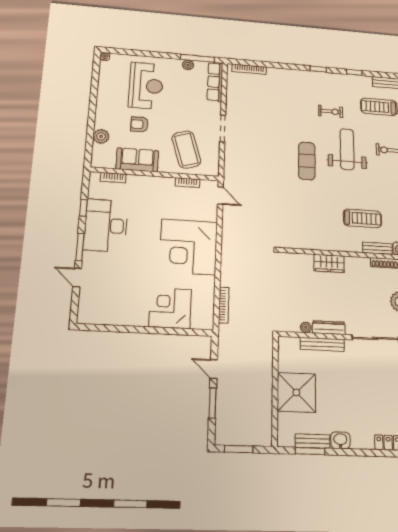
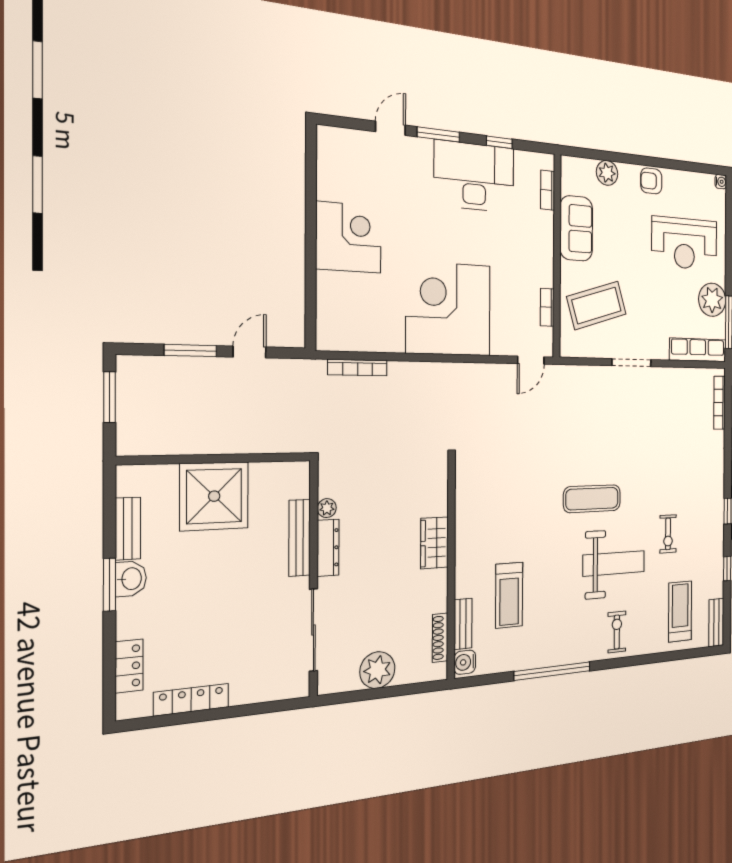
plant: (188, 65) -> (712, 300), width x1.88, depth x1.88
armchair: (139, 124) -> (651, 181), moved, turned -90
corner desk: (170, 308) -> (349, 237), moved
window: (310, 451) -> (109, 585), moved

